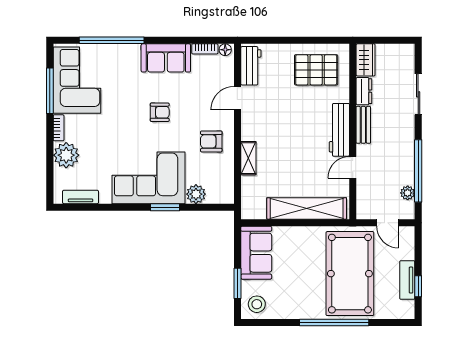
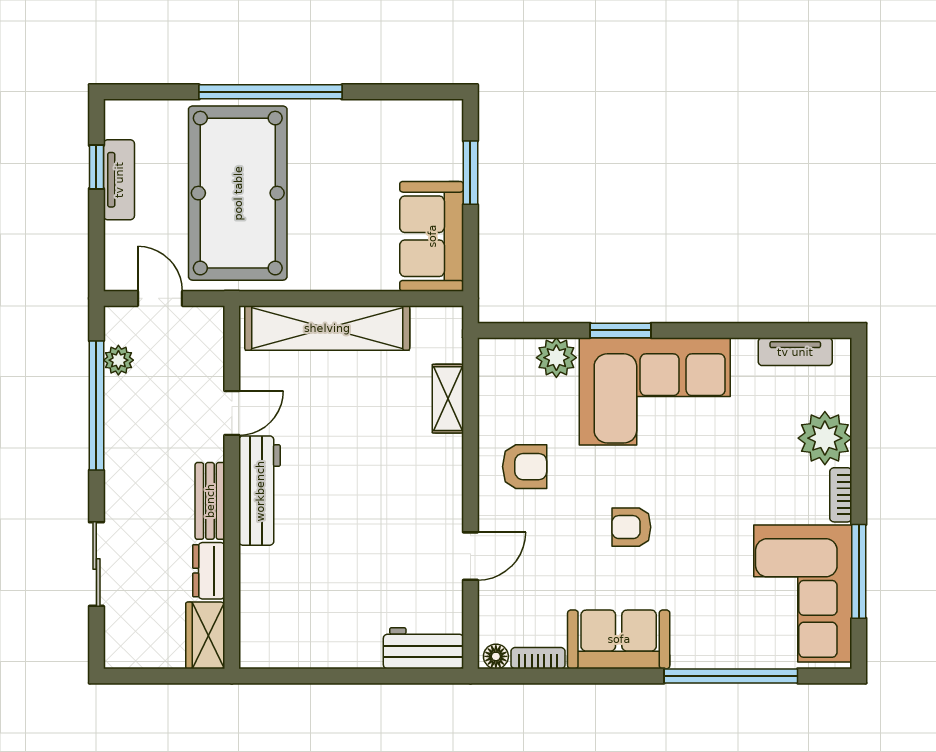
workbench: (251, 66) -> (423, 648), moved, turned 90
pallet: (316, 70) -> (308, 615), removed
shelving: (248, 158) -> (448, 399), moved
stool: (257, 304) -> (430, 130), removed

